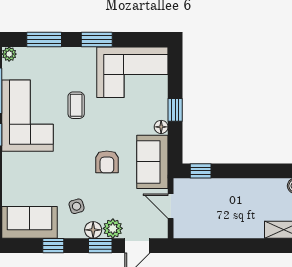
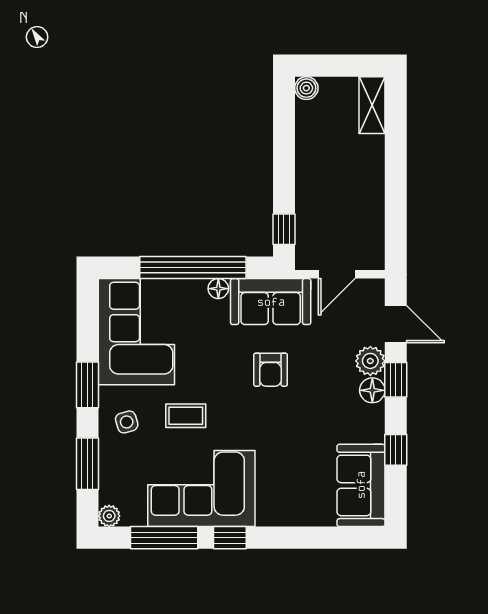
window: (175, 110) -> (193, 268), width x3.17
armchair: (107, 162) -> (271, 370), turned 90
side table: (77, 206) -> (127, 422), moved

